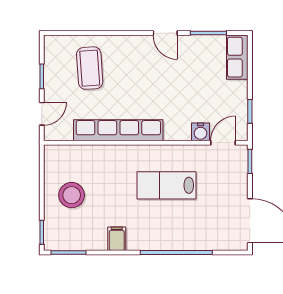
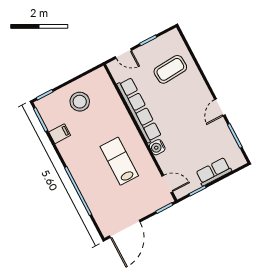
row of seats: (237, 57) -> (214, 172), moved
water cooler: (200, 132) -> (157, 147), moved
filing cabinet: (117, 239) -> (60, 134), moved

